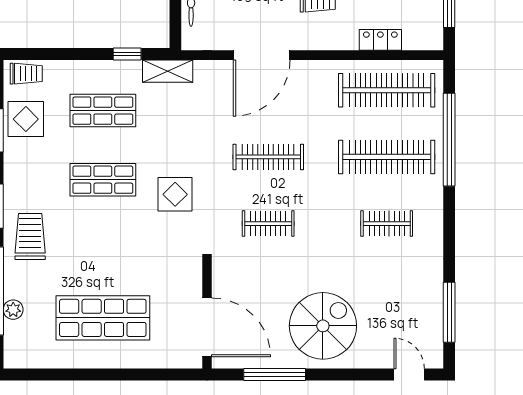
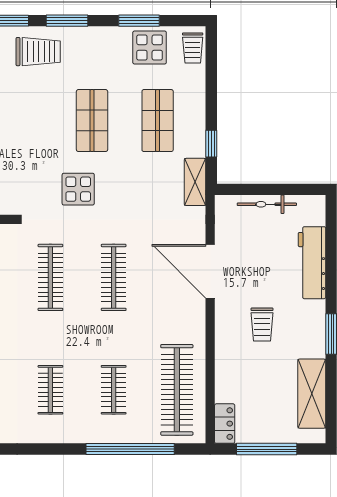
locker: (380, 40) -> (225, 424), moved
clothes rail: (387, 157) -> (114, 390), width x0.54, depth x0.76
clothes rail: (268, 224) -> (50, 277), width x1.36

